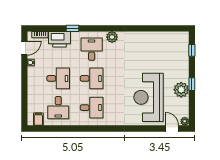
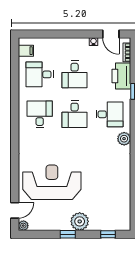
plant: (181, 90) -> (80, 221), moved
desk: (92, 108) -> (40, 114), turned 180

